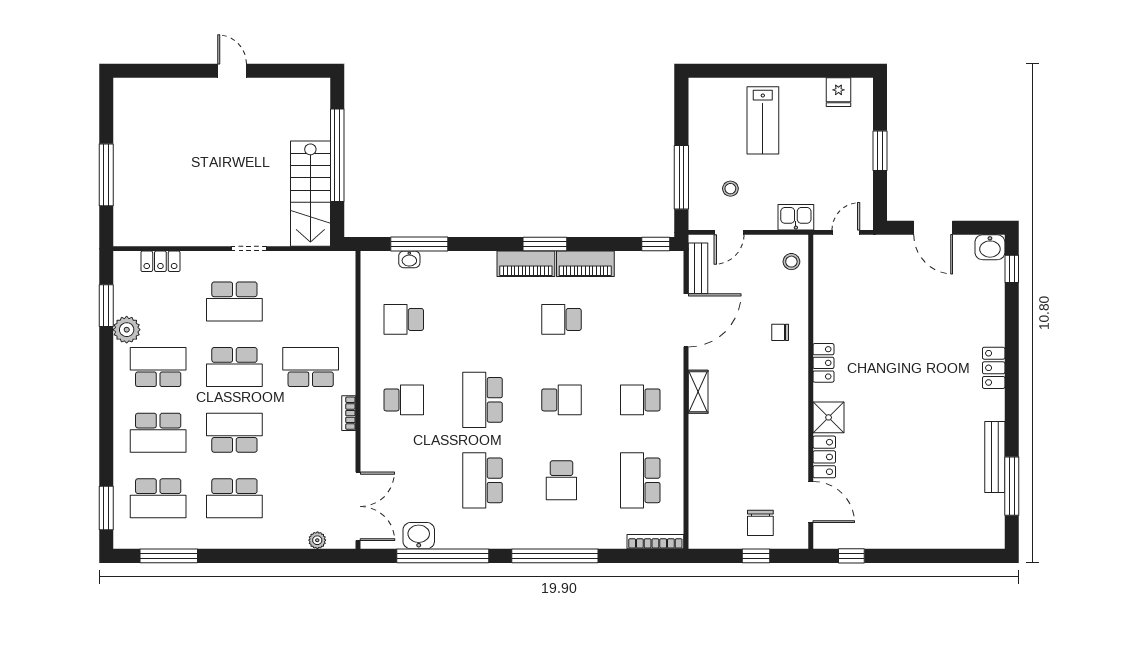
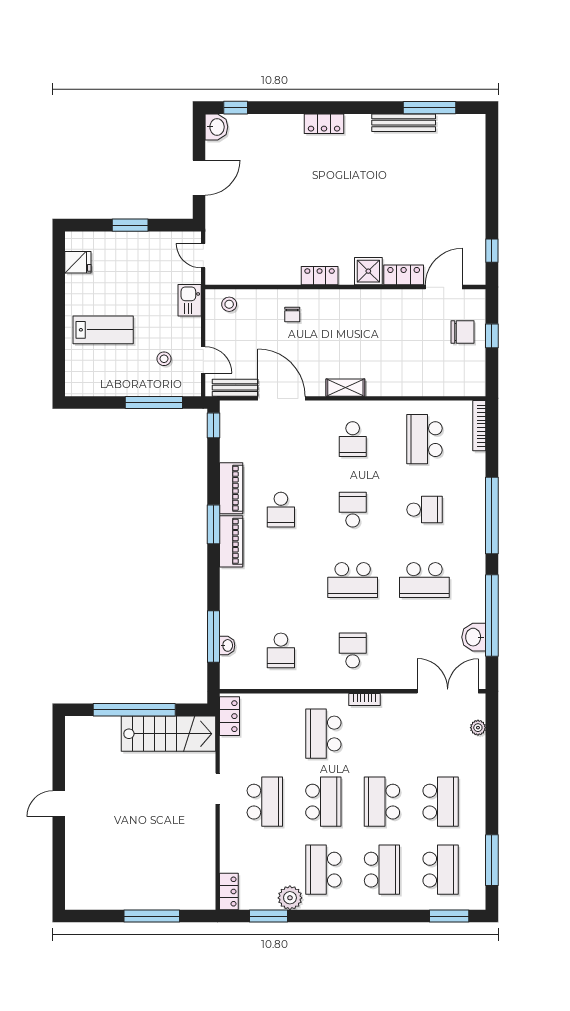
locker: (160, 261) -> (229, 892), moved
locker: (330, 262) -> (229, 716), added
school desk: (640, 480) -> (424, 439), turned 90

